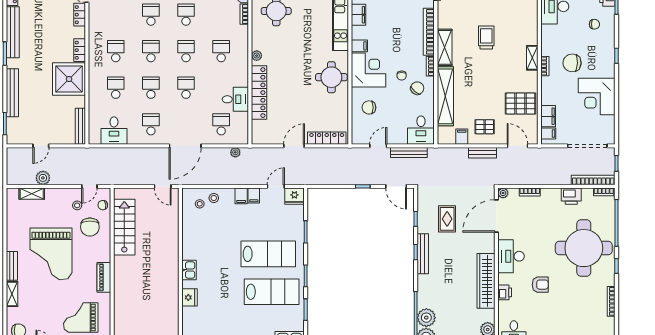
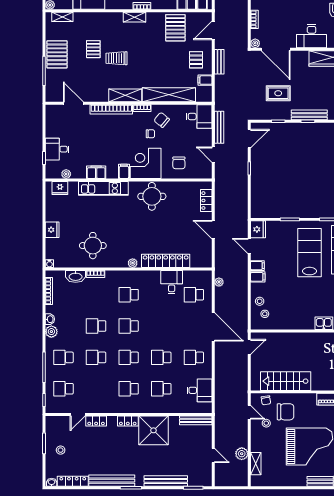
pallet: (497, 12) -> (93, 49), added
school desk: (186, 88) -> (161, 326), removed
locker: (327, 138) -> (206, 201), width x0.66

